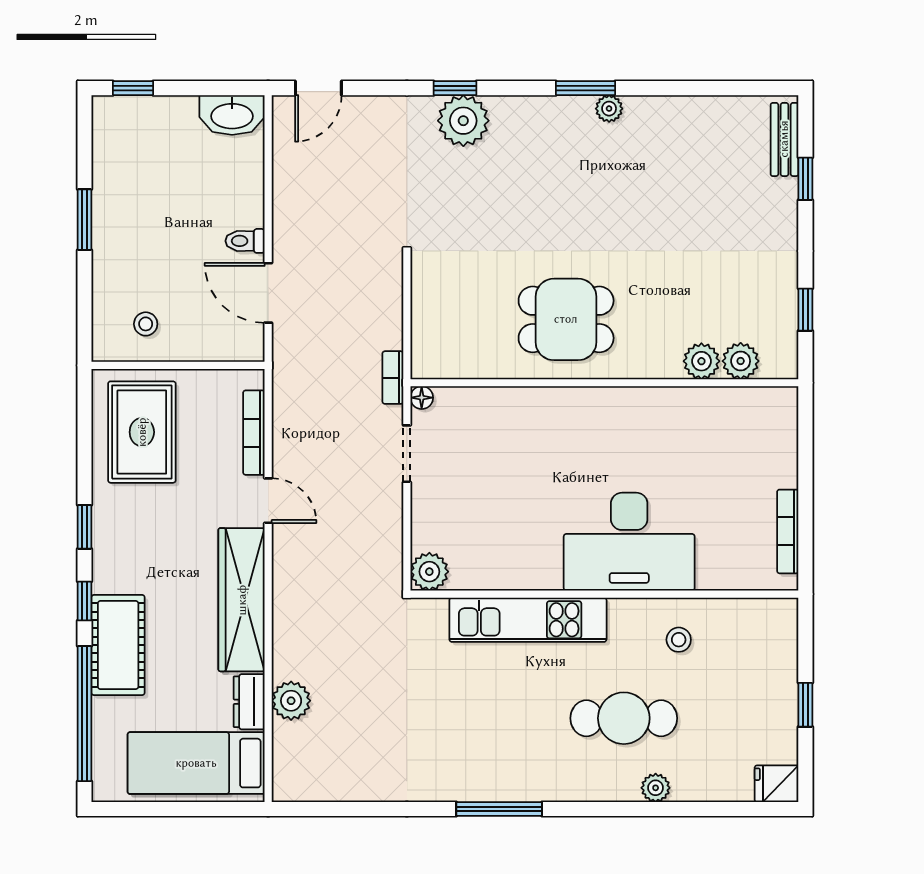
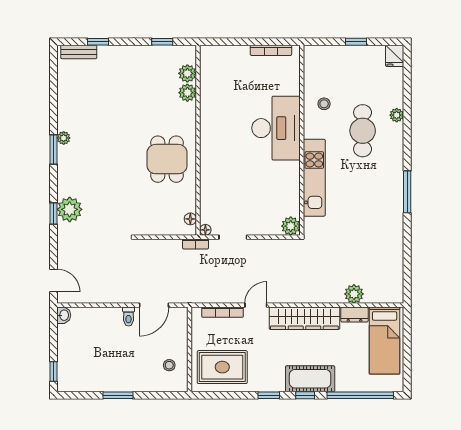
washbasin: (232, 115) -> (64, 315), width x0.52, depth x0.69
floor lamp: (444, 367) -> (190, 219), added
cot: (118, 645) -> (310, 379), moved

